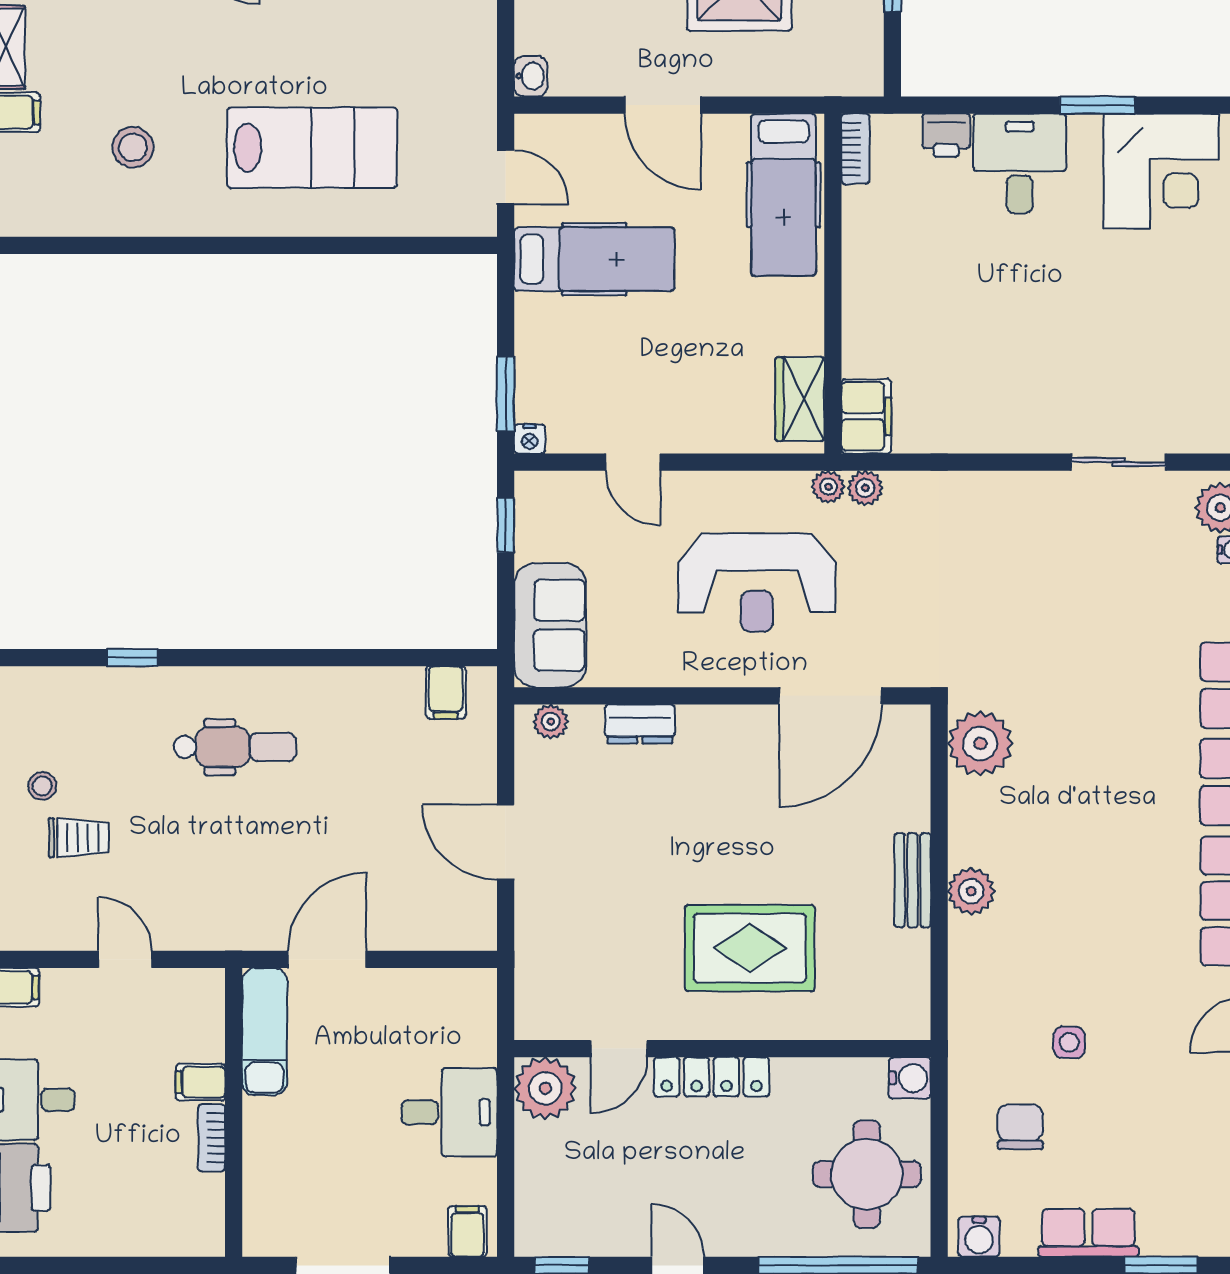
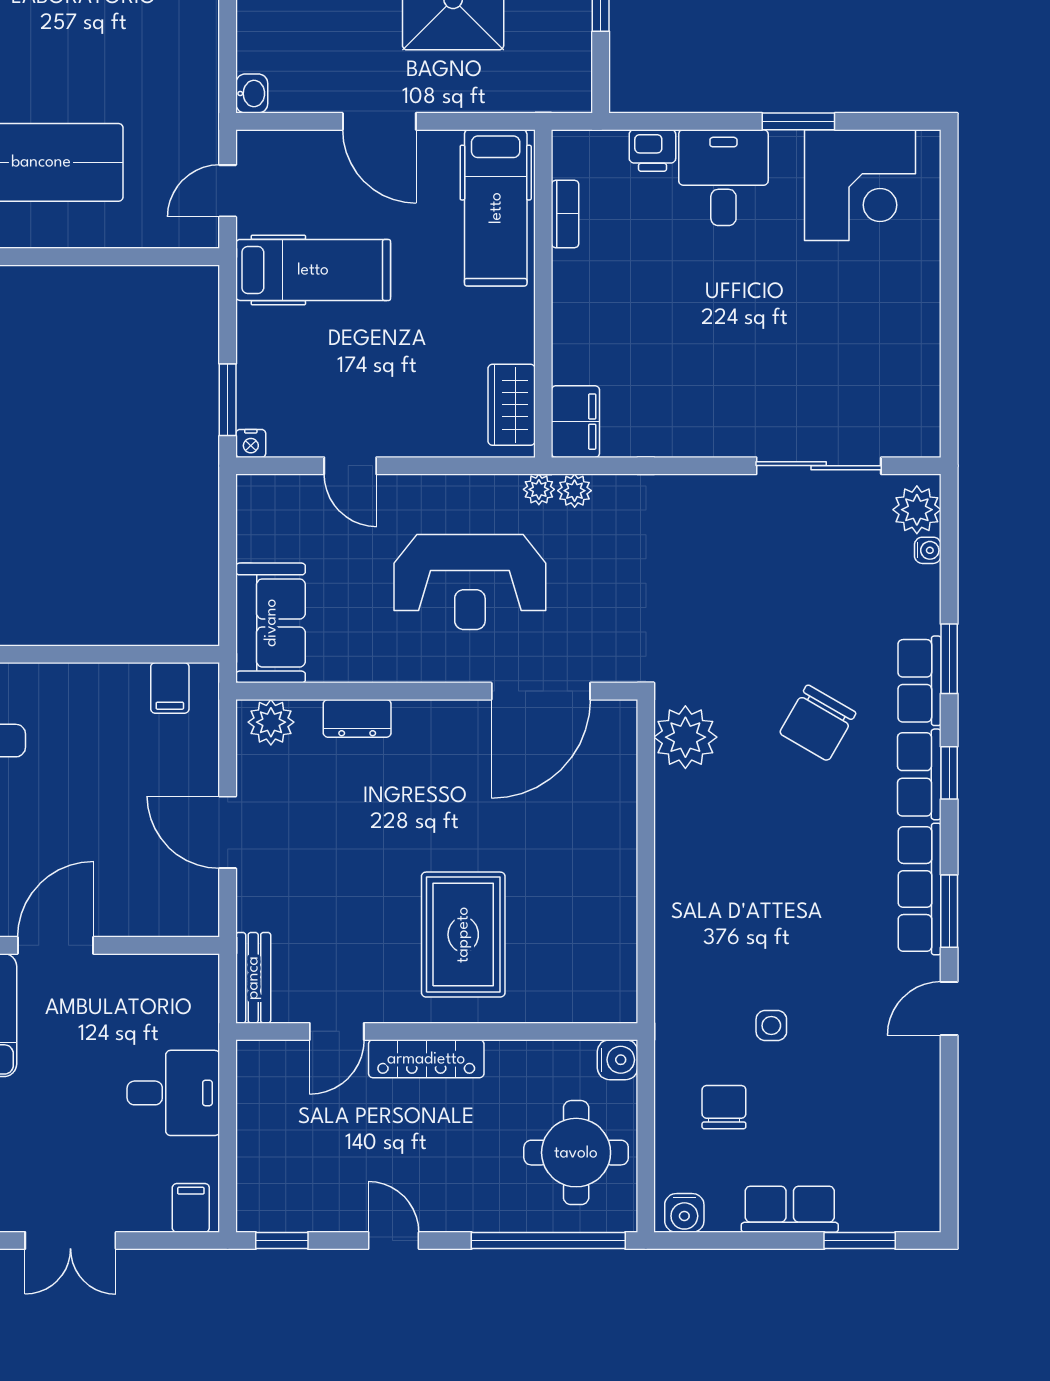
bookcase: (855, 149) -> (565, 214), moved
door: (506, 177) -> (228, 191), swing flipped
sliding door: (1118, 462) -> (819, 466), width x1.37
window: (506, 525) -> (228, 526), removed
plant: (551, 722) -> (271, 722), width x1.38, depth x1.38
chair: (1117, 729) -> (818, 723), added
bench: (913, 880) -> (253, 978), moved
plant: (971, 891) -> (677, 880), removed
rug: (750, 948) -> (463, 935), turned 90
plant: (545, 1088) -> (266, 1070), removed

